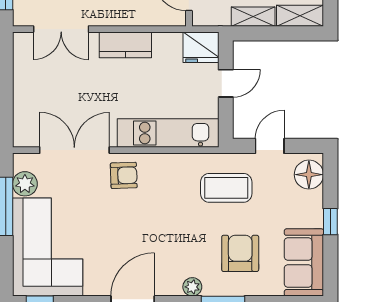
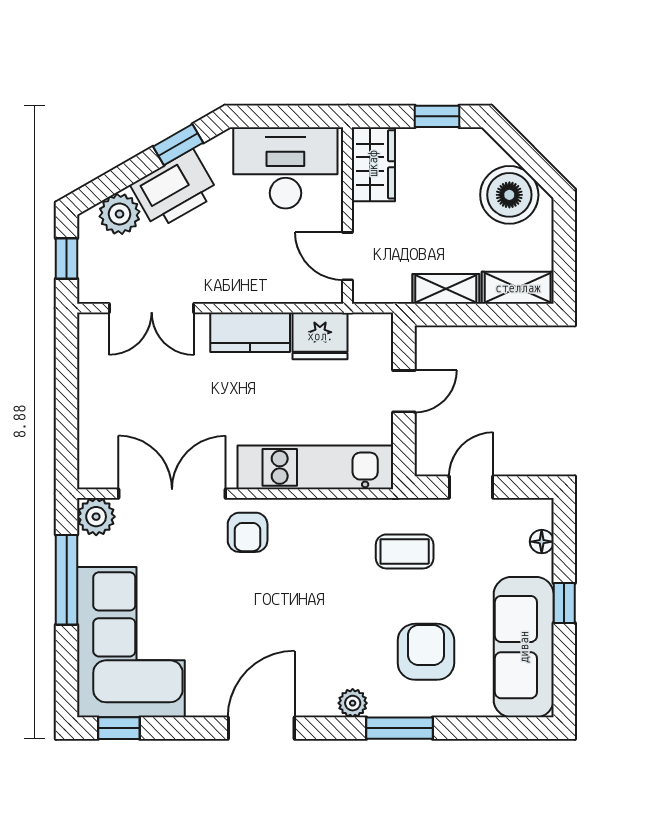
fridge: (201, 47) -> (320, 336), moved
armchair: (124, 175) -> (248, 532), turned 92
floor lamp: (309, 175) -> (542, 542), width x0.53, depth x0.53
plant: (25, 184) -> (96, 517), moved
coffee table: (226, 188) -> (405, 551), width x0.73, depth x0.77
sofa: (304, 262) -> (524, 647), width x1.36

